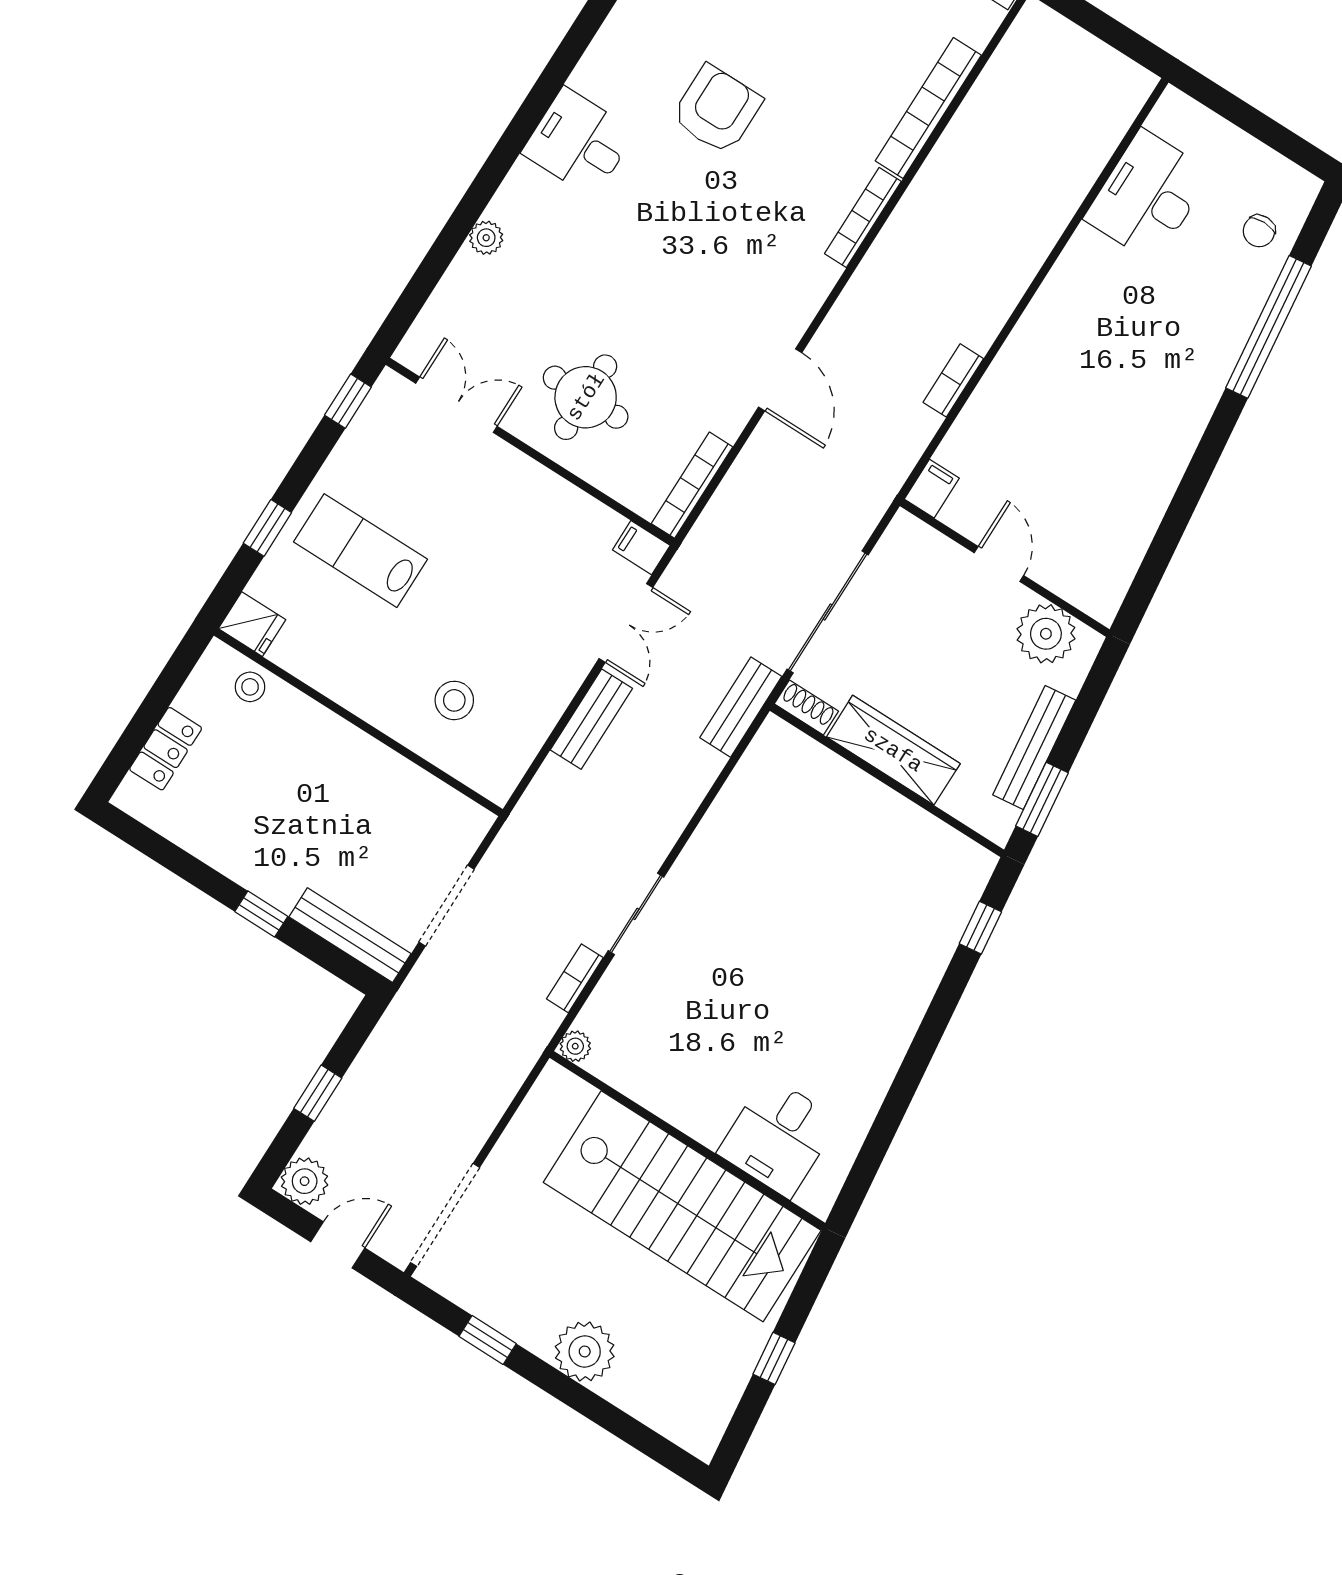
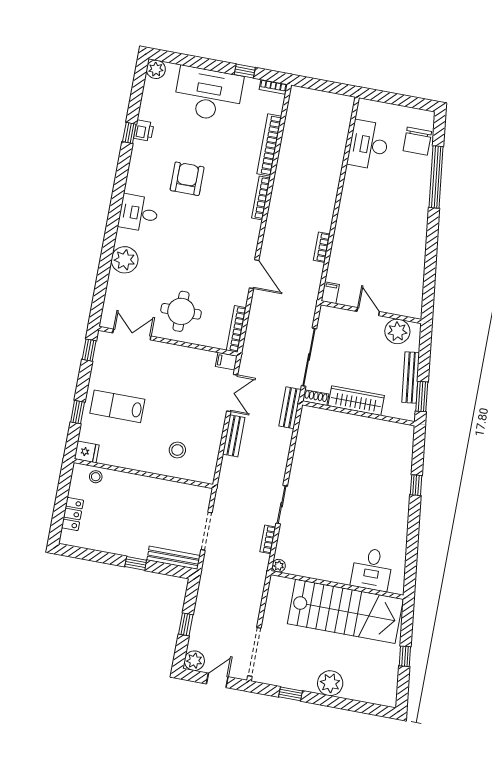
chair: (1259, 231) -> (417, 141), width x1.87, depth x1.87
plant: (486, 238) -> (125, 260), width x1.87, depth x1.87
window: (980, 928) -> (416, 485), moved

